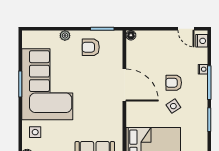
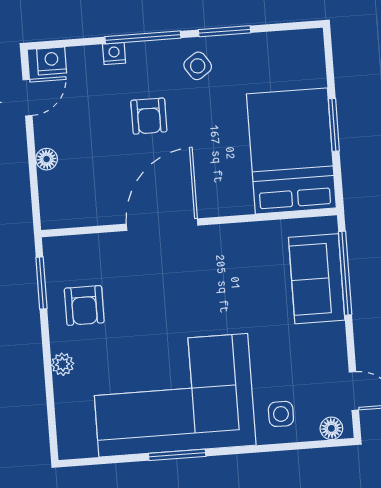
floor lamp: (131, 35) -> (47, 159), moved
side table: (173, 106) -> (198, 66), moved

